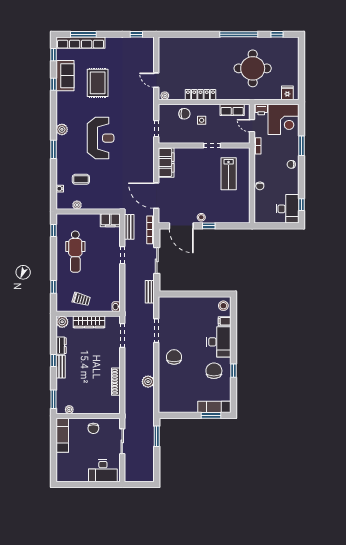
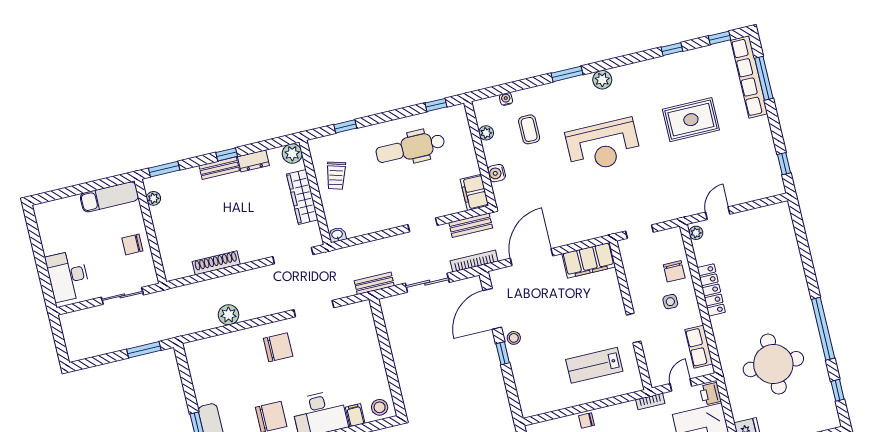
sofa: (65, 76) -> (690, 64), removed
water cooler: (102, 204) -> (497, 173), added

